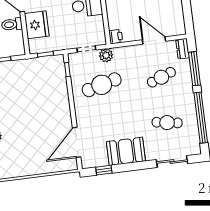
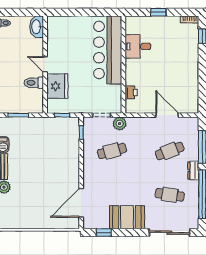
printer: (116, 37) -> (131, 92), moved
dresser: (183, 49) -> (193, 171), moved
cafe table: (102, 85) -> (112, 151), width x0.73, depth x0.74
sliding door: (172, 162) -> (170, 233), width x1.37

